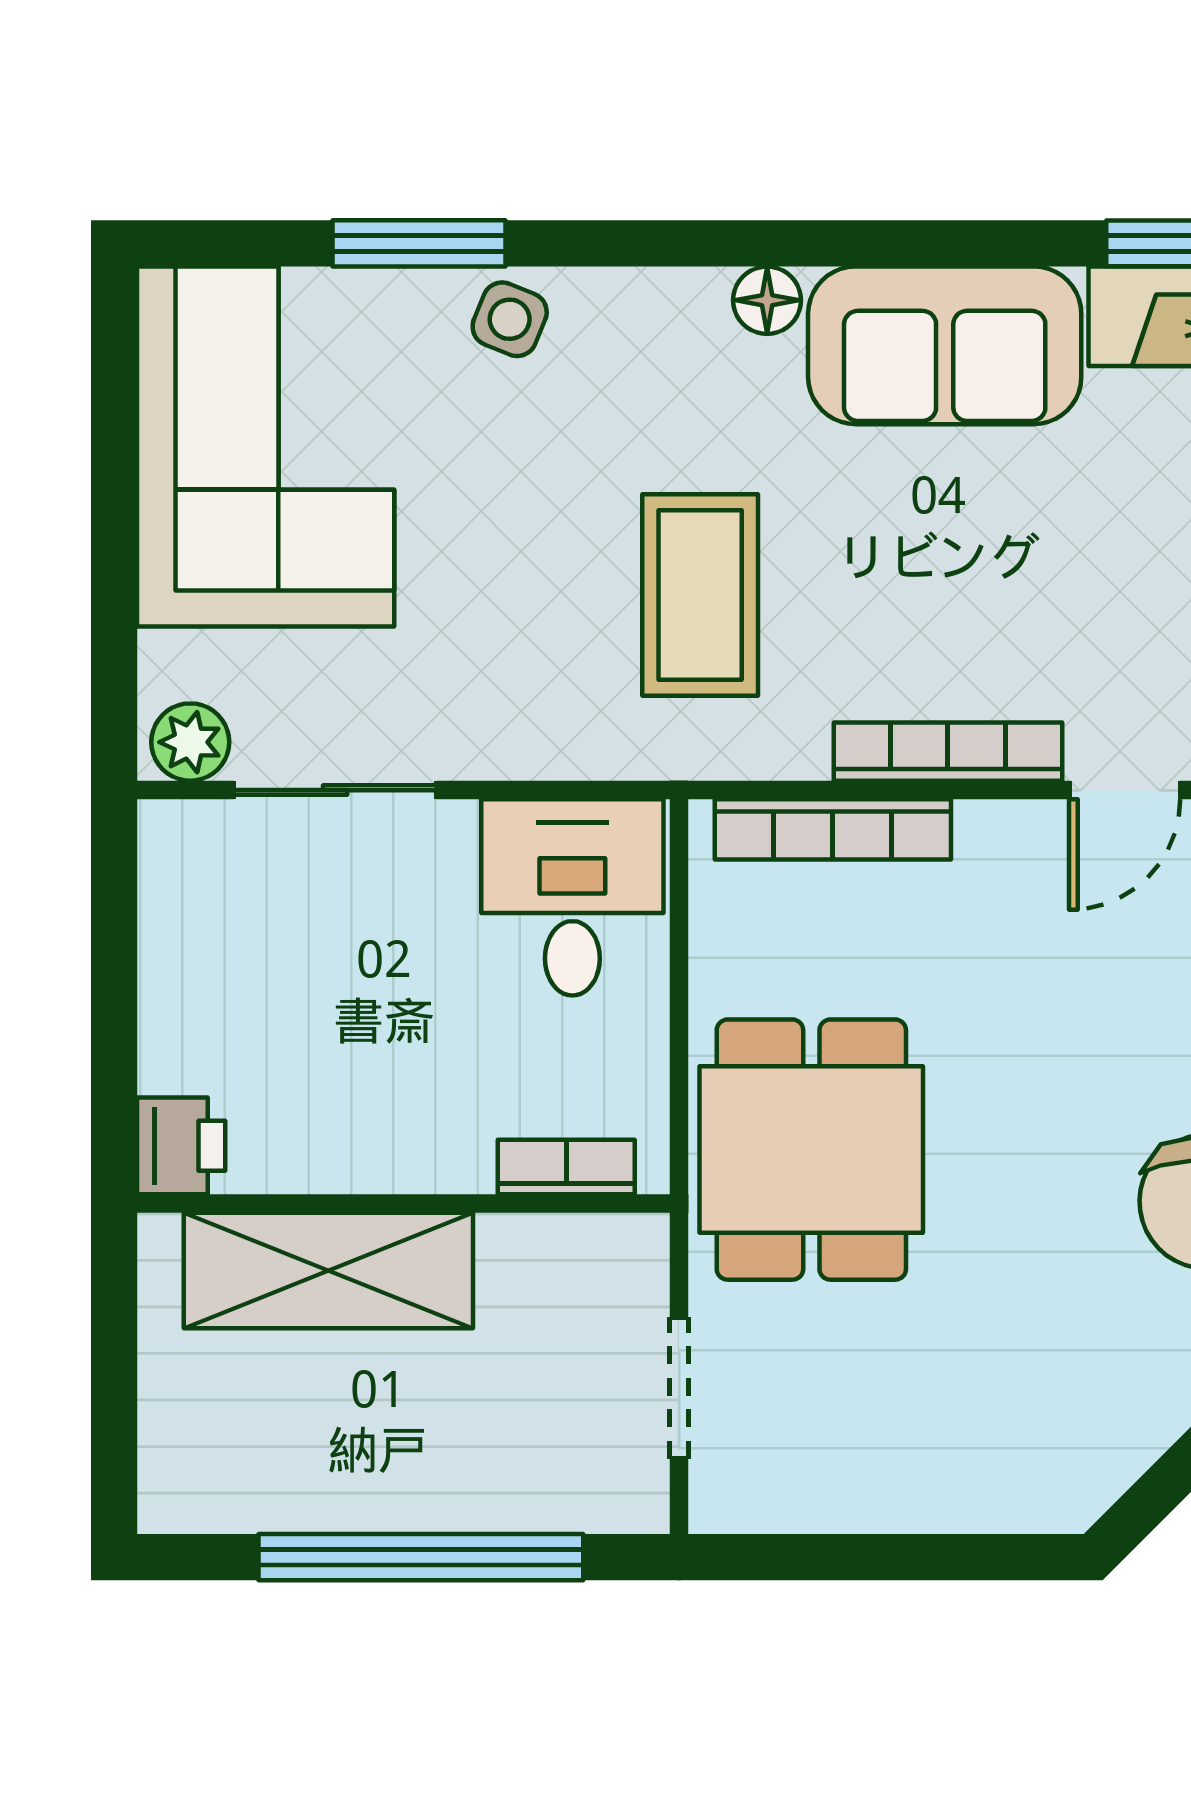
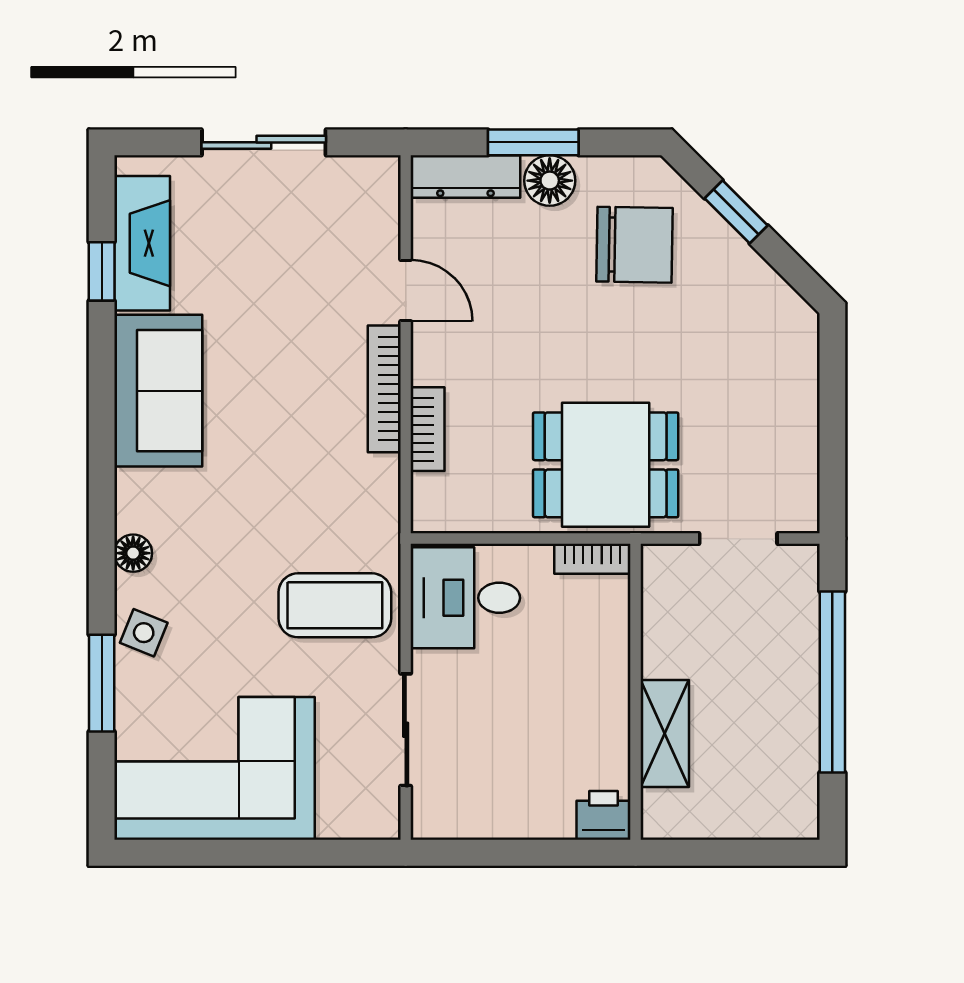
floor lamp: (767, 300) -> (133, 553), moved
coffee table: (700, 595) -> (335, 605), moved
plant: (190, 742) -> (379, 810), removed
bookcase: (833, 829) -> (428, 429), width x0.64
bookcase: (566, 1167) -> (592, 559), moved, turned -90
shelving: (328, 1270) -> (665, 734), width x0.67, depth x0.75

